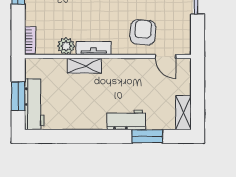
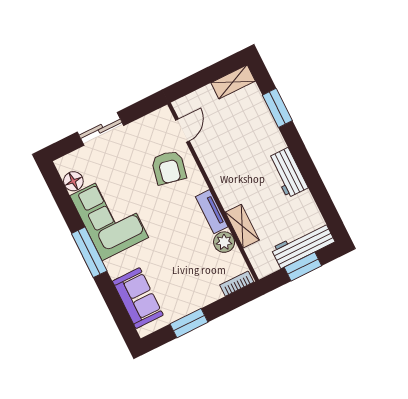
armchair: (143, 32) -> (169, 167), turned -83
shelving: (84, 66) -> (242, 226), moved
workbench: (126, 120) -> (288, 173), moved

